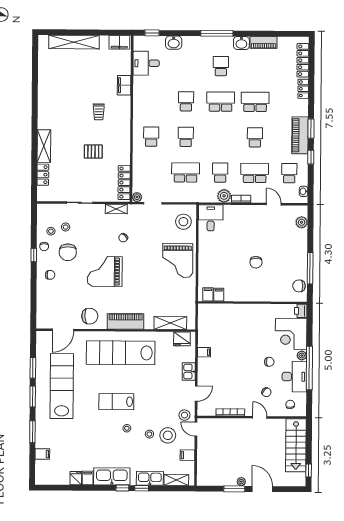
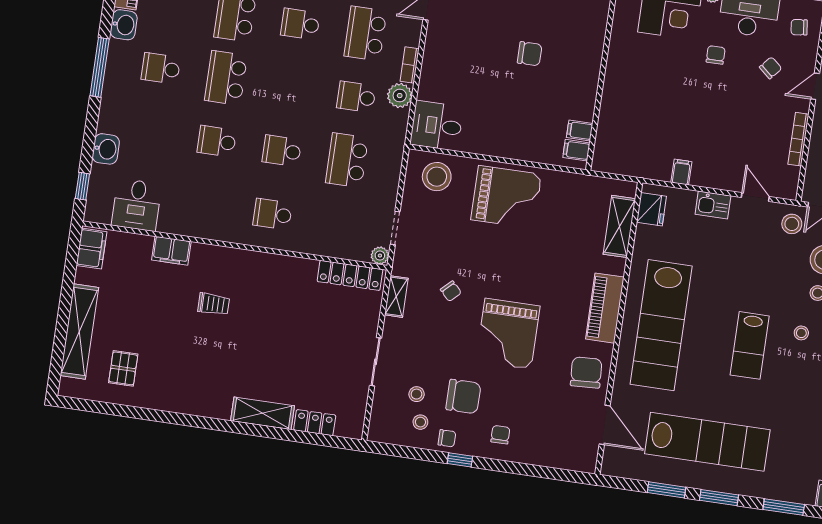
pallet: (93, 151) -> (123, 368), moved
lab bench: (62, 386) -> (707, 442), turned 180

